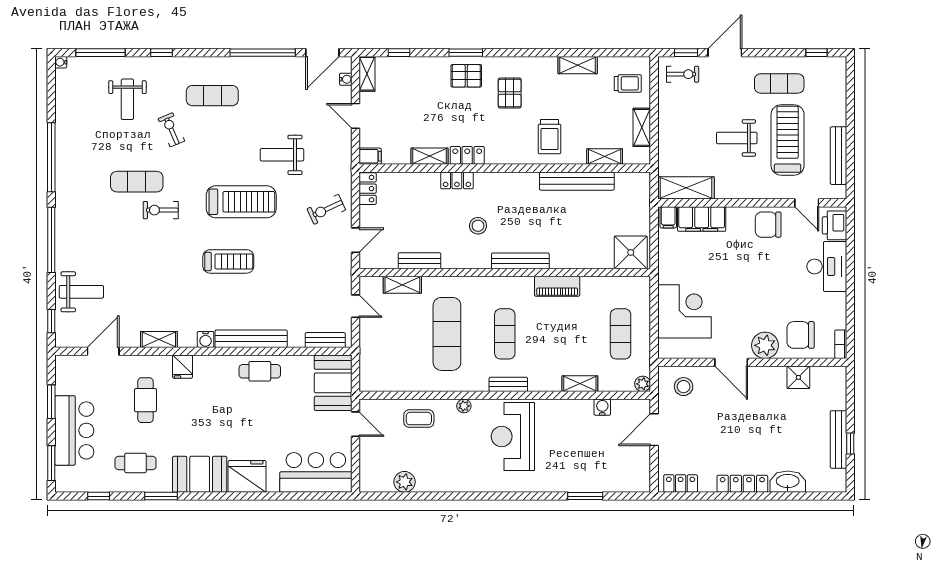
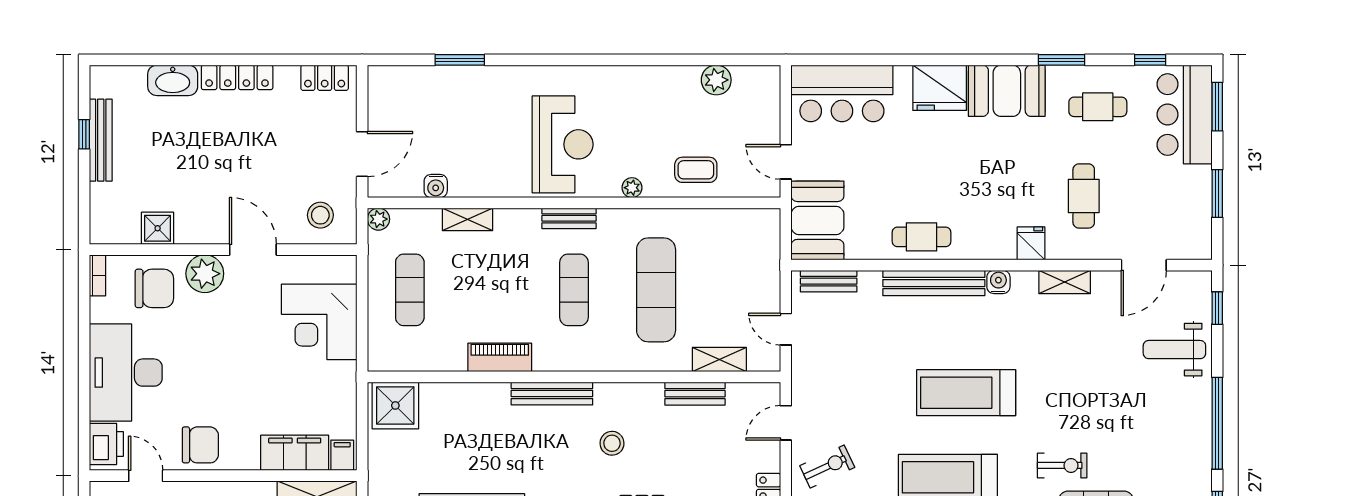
treadmill: (228, 261) -> (966, 393), width x1.37, depth x1.38
desk: (827, 266) -> (126, 373), width x1.36, depth x1.30
bar counter: (74, 430) -> (1185, 115), moved

